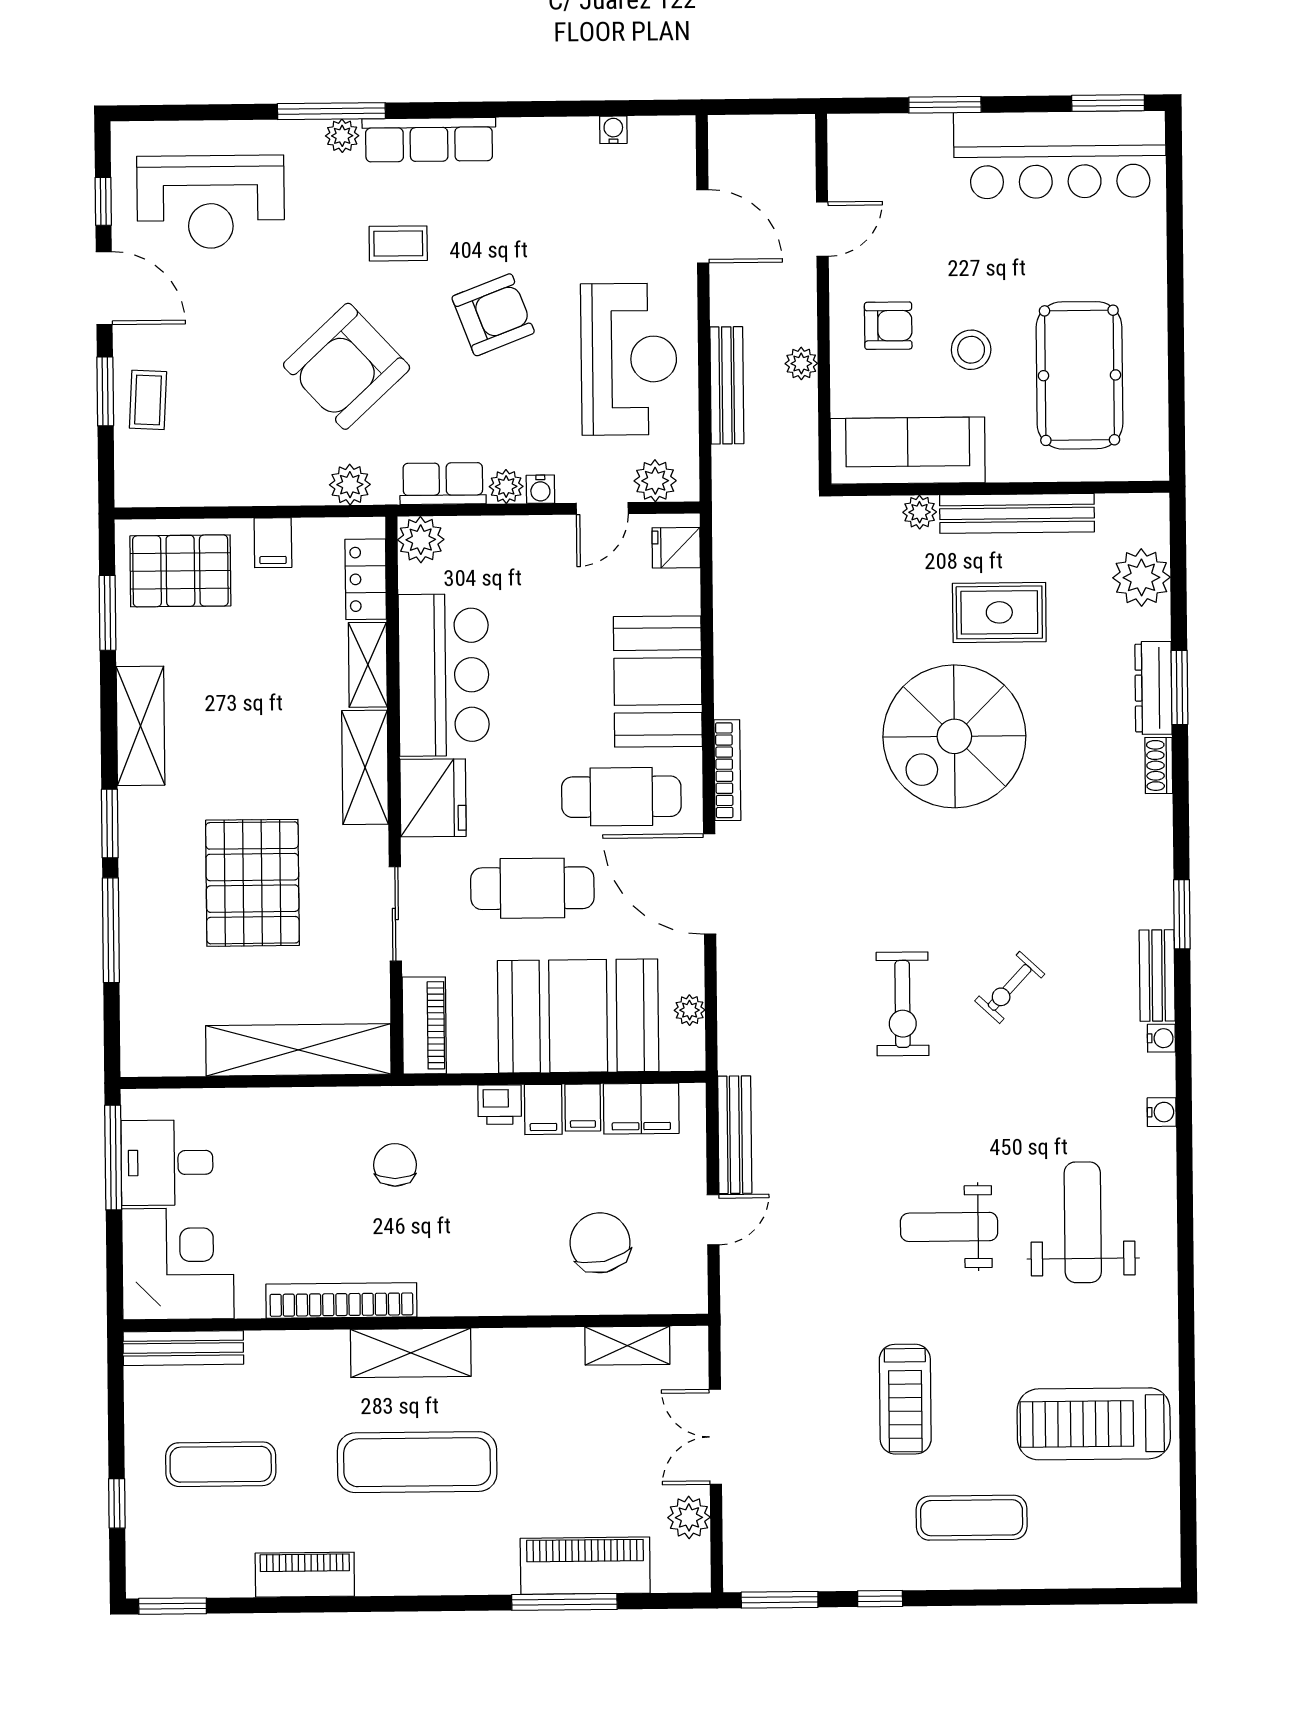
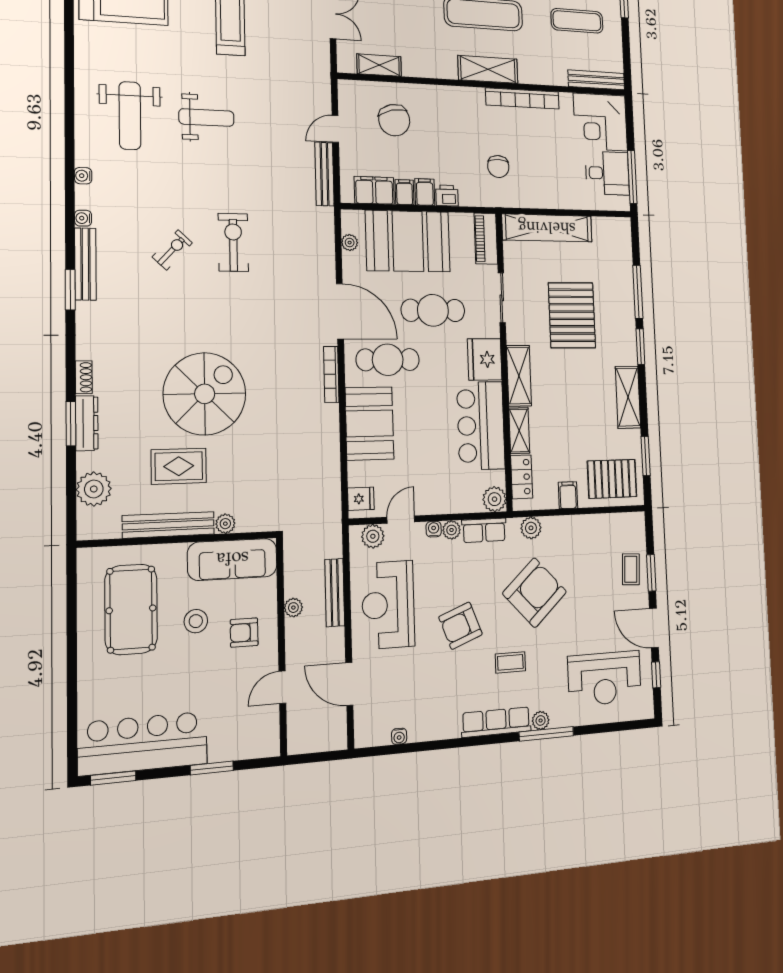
reception desk: (211, 202) -> (605, 678), turned 180
bench: (1157, 976) -> (85, 264), width x1.36

